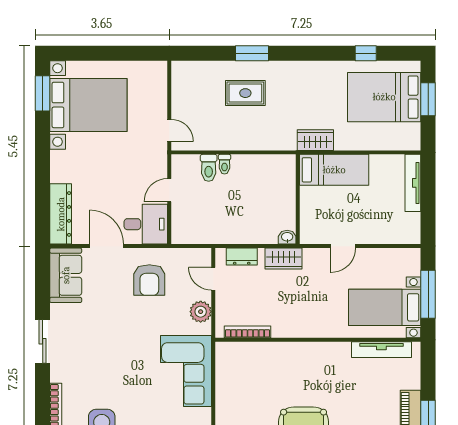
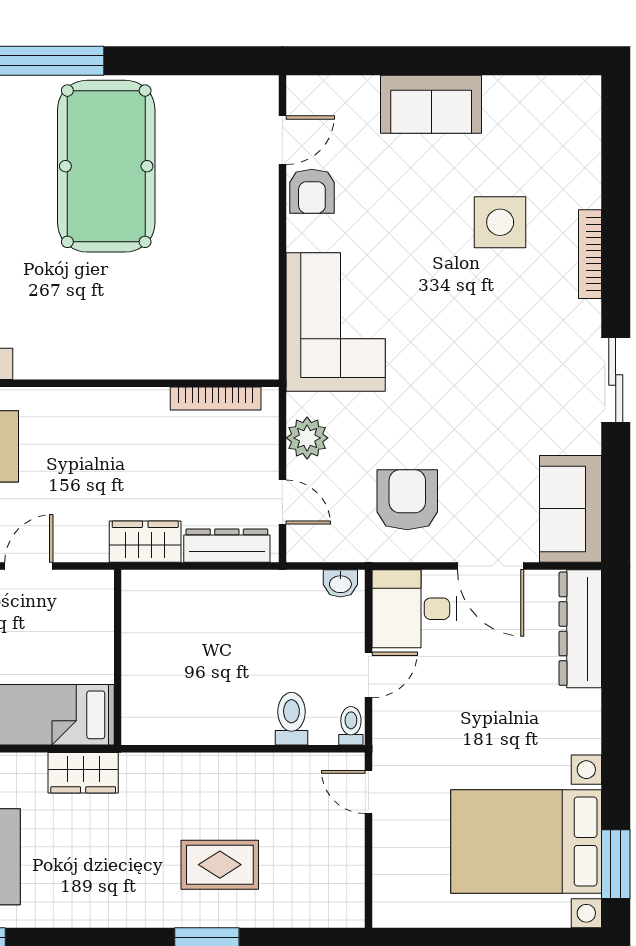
toilet: (224, 164) -> (351, 726), moved
washbasin: (287, 237) -> (340, 583), moved
dresser: (242, 257) -> (227, 546), width x1.44

